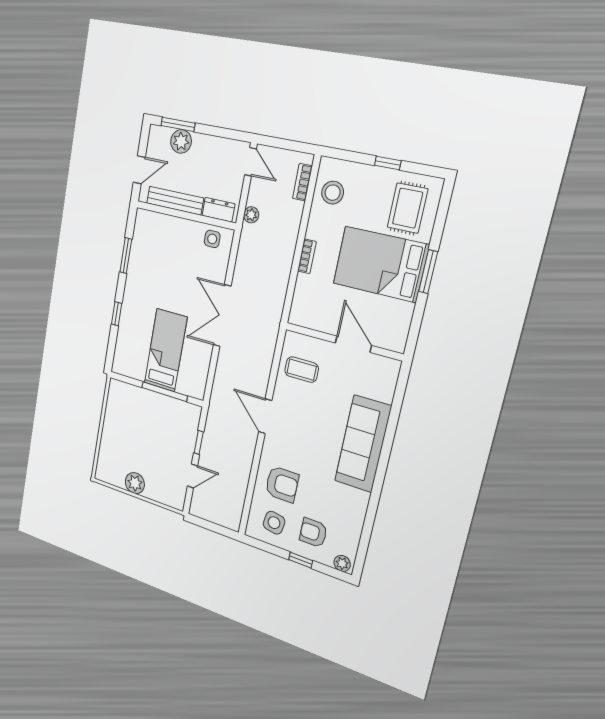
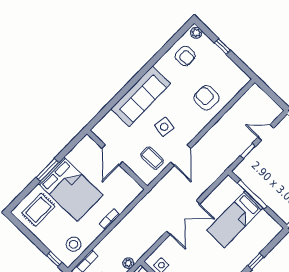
window: (388, 163) -> (54, 259), moved
door: (265, 416) -> (181, 155), moved
side table: (274, 523) -> (164, 127), moved
armchair: (313, 533) -> (185, 56), moved

